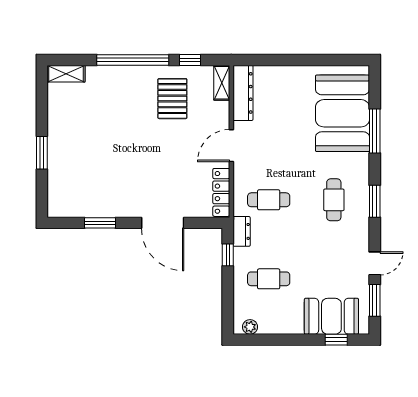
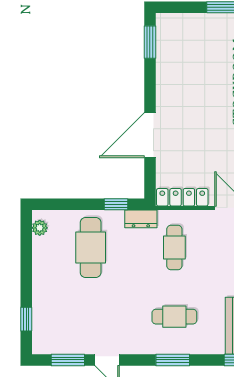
window: (100, 223) -> (150, 42), moved
cafe table: (269, 279) -> (91, 248), width x1.37, depth x1.35
booth: (331, 316) -> (51, 314), removed

